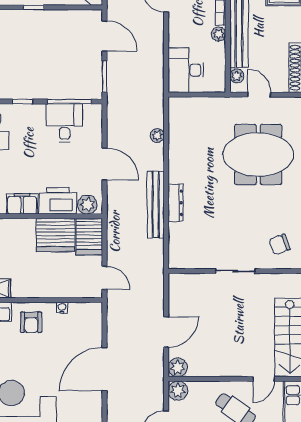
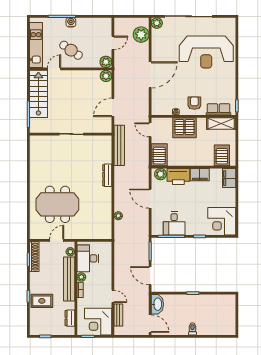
desk: (186, 70) -> (88, 258), moved, turned 180
door: (259, 95) -> (57, 240), swing flipped
bench: (156, 205) -> (119, 145), moved
server rack: (56, 235) -> (184, 128), moved, turned 180
chair: (280, 244) -> (45, 150), removed
door: (166, 332) -> (113, 107), moved

